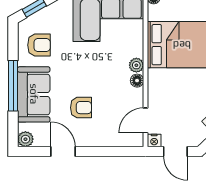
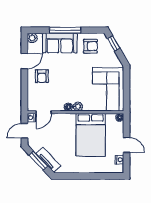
armchair: (39, 45) -> (90, 46), turned -90
armchair: (81, 108) -> (42, 76), moved
door: (146, 120) -> (44, 112), swing flipped

